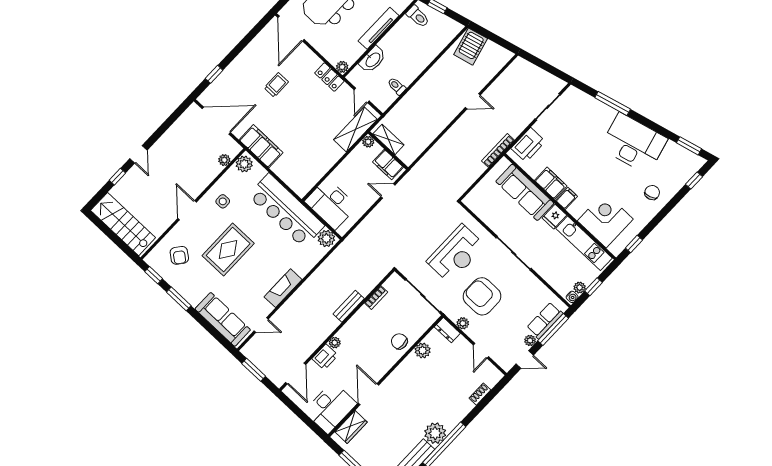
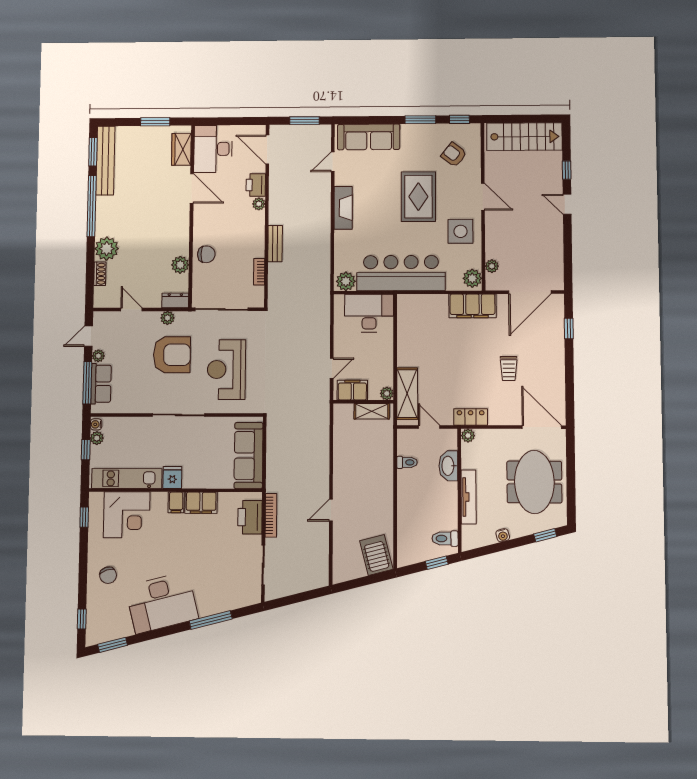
bookcase: (498, 150) -> (271, 515), moved
sofa: (525, 192) -> (249, 456), moved, turned -90
side table: (223, 201) -> (460, 231), width x1.87, depth x1.87
plant: (435, 433) -> (107, 249), moved

